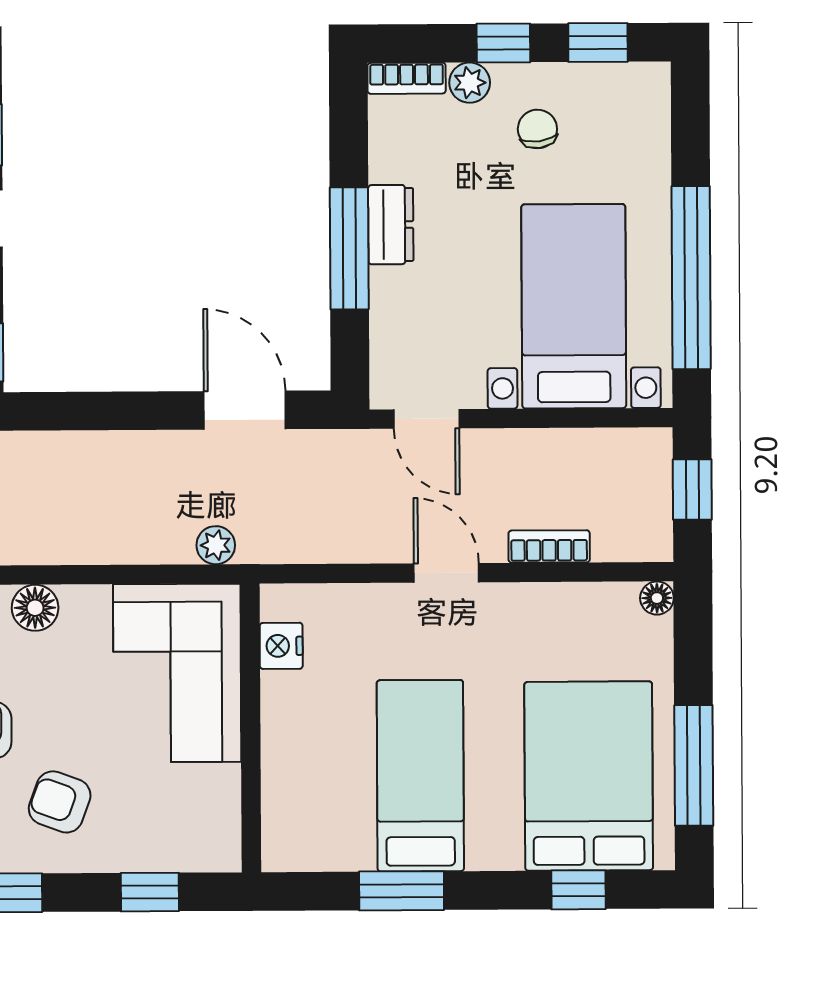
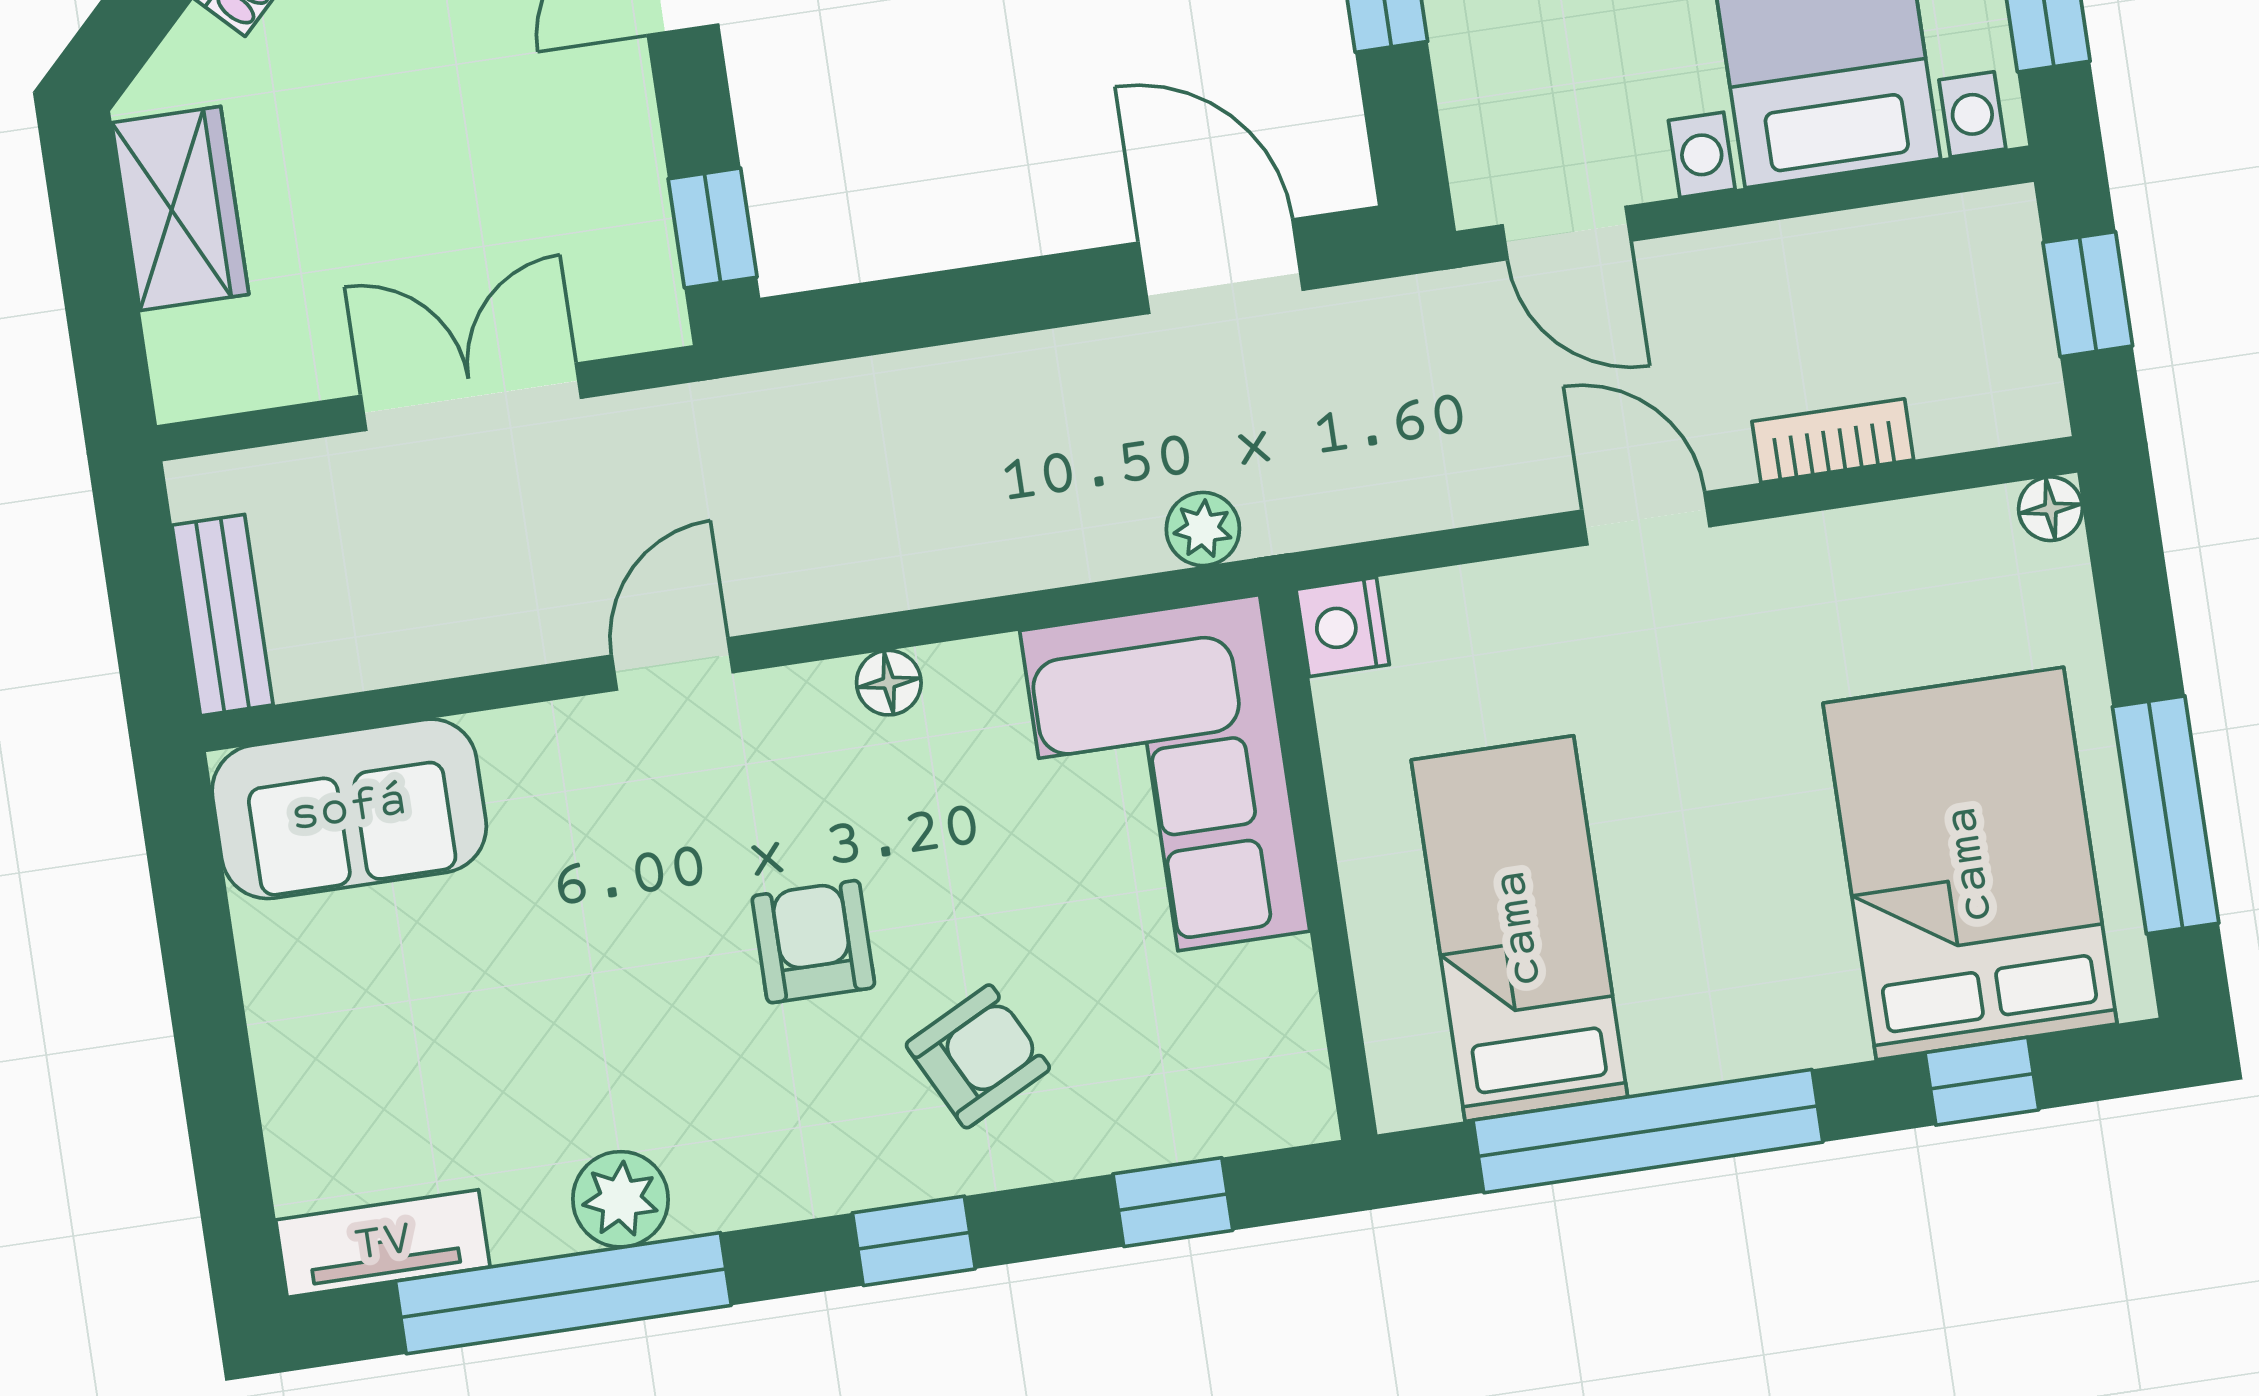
floor lamp: (35, 608) -> (889, 683), width x0.73, depth x0.73
nightstand: (281, 646) -> (1343, 627), moved
bed: (420, 776) -> (1519, 928), moved
armchair: (60, 802) -> (978, 1056), turned 133
window: (402, 891) -> (1648, 1131), width x2.11

